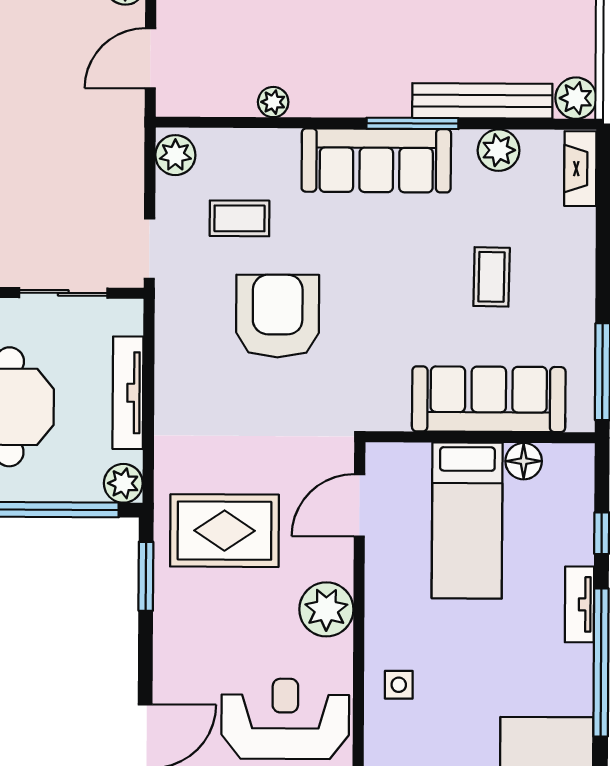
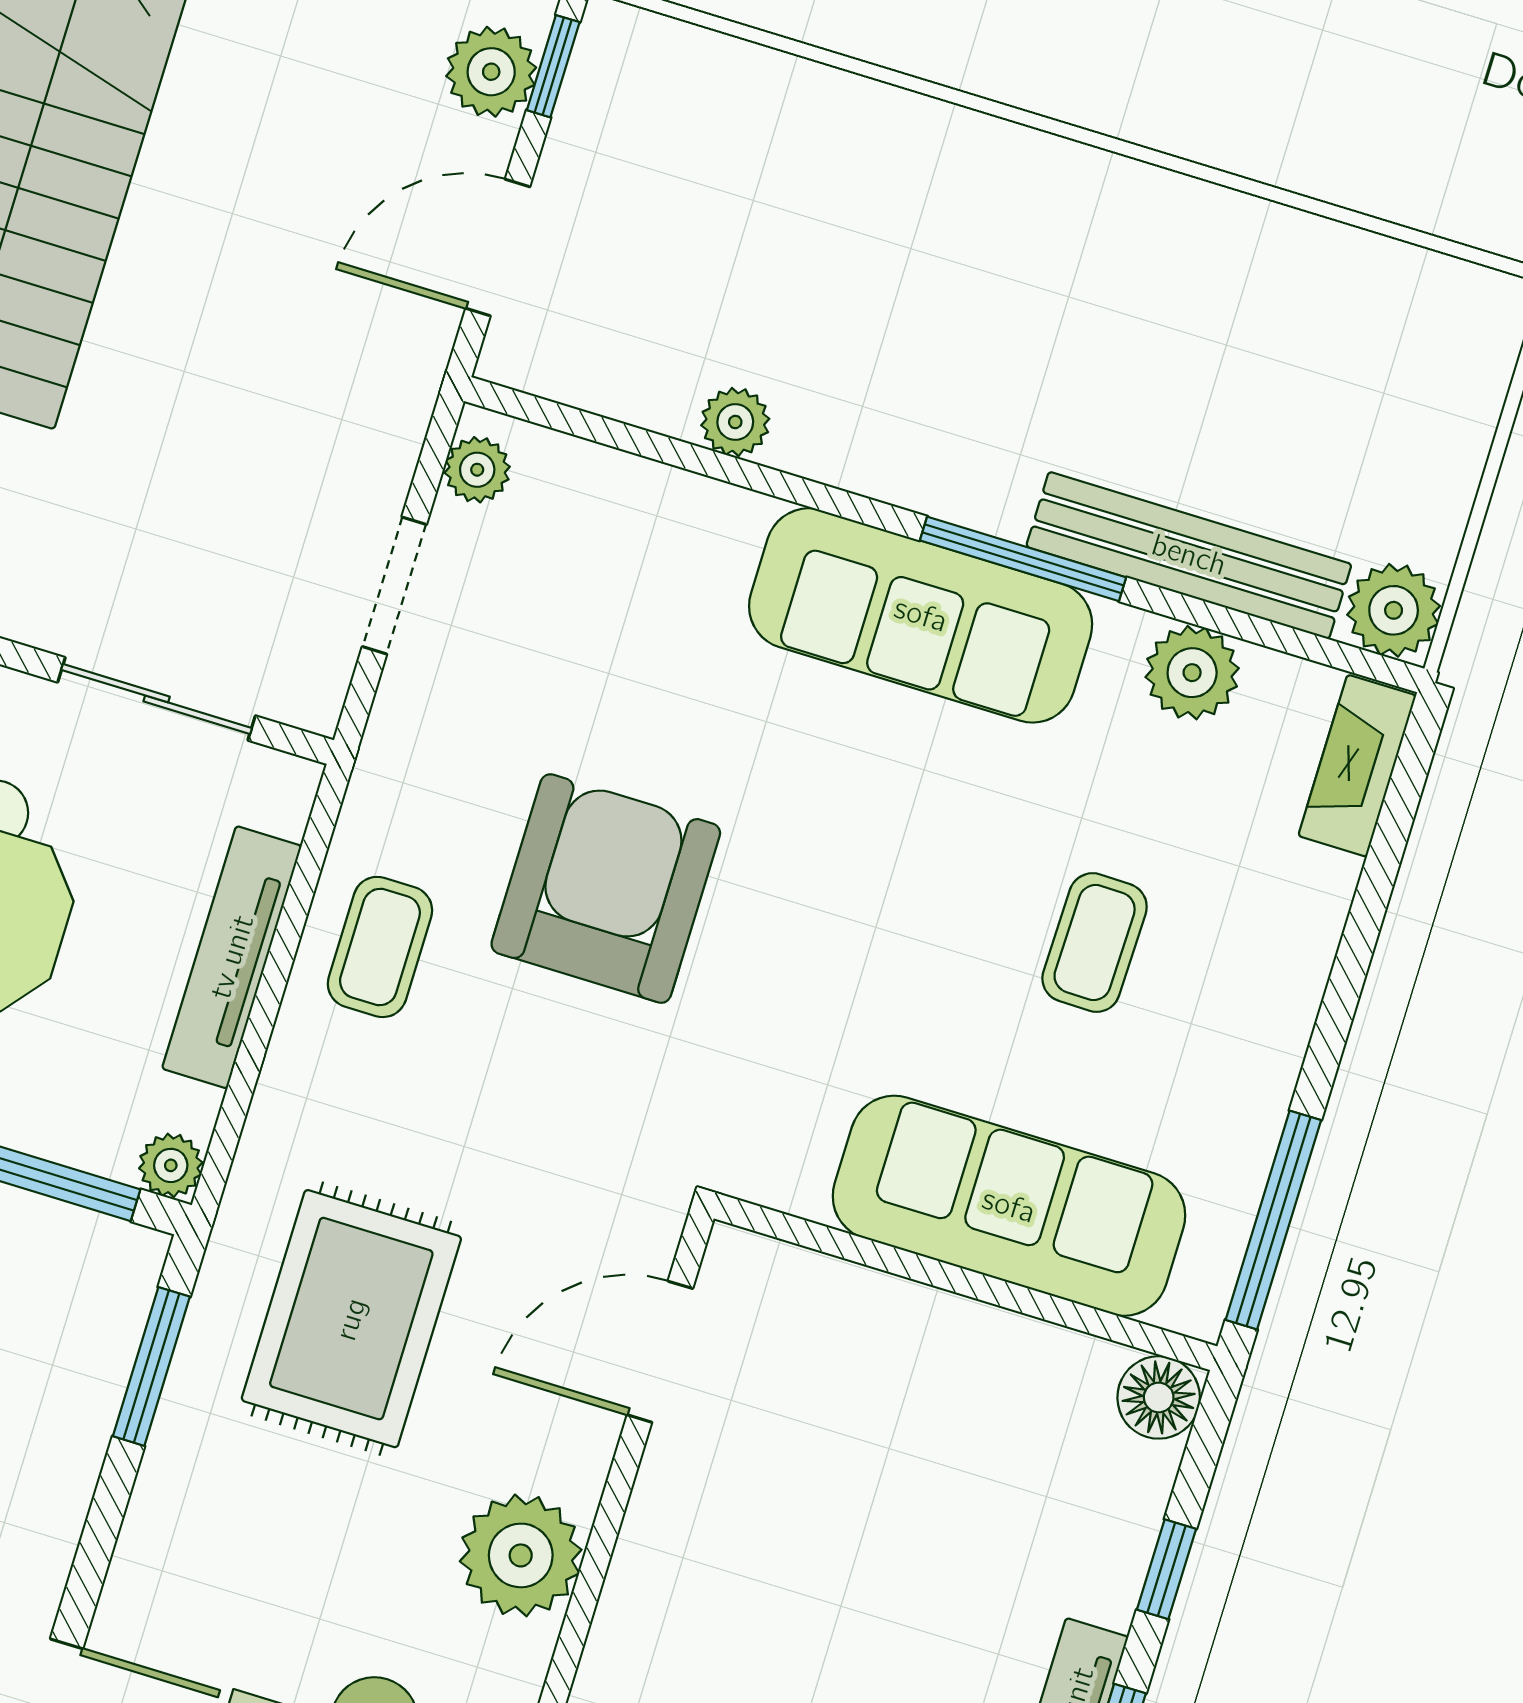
plant: (175, 155) -> (477, 470), width x0.73, depth x0.73
coffee table: (239, 218) -> (380, 947), moved, turned 90
doorway: (149, 249) -> (394, 586), moved
floor lamp: (524, 461) -> (1159, 1397), moved
plant: (123, 483) -> (171, 1165), width x0.73, depth x0.73
bed: (467, 520) -> (883, 1454), removed
rug: (225, 531) -> (351, 1319), turned 90

